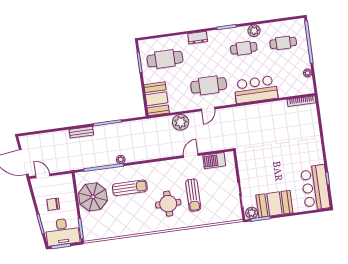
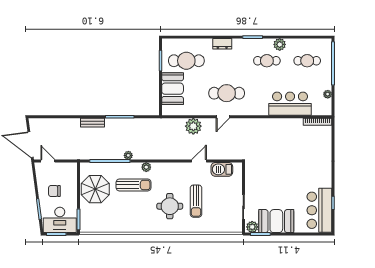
bar counter: (256, 89) -> (290, 104), moved
booth: (157, 99) -> (173, 89), moved
plant: (140, 168) -> (146, 167), added

